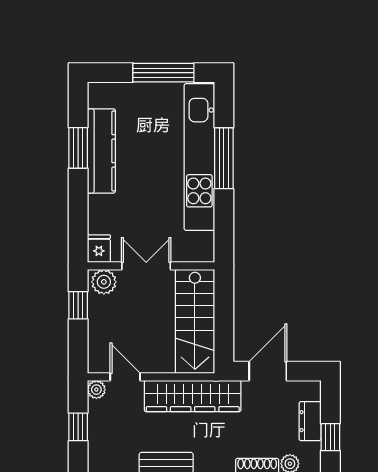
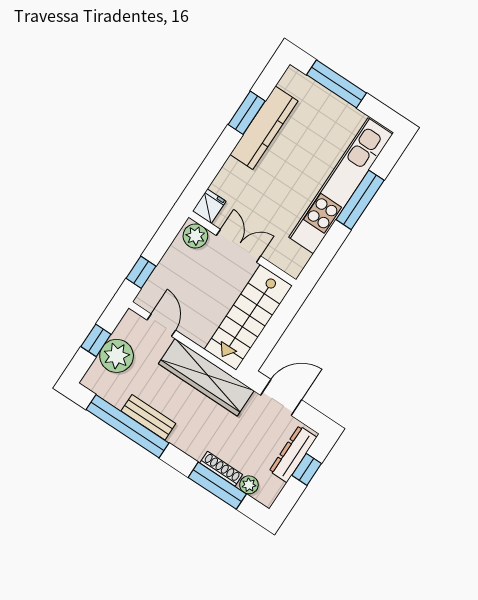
window: (163, 73) -> (337, 84), moved
window: (78, 305) -> (141, 272), moved
plant: (96, 390) -> (117, 356), moved, width x1.88, depth x1.88
dresser: (310, 421) -> (293, 454), width x1.44
window: (330, 437) -> (307, 469), moved

